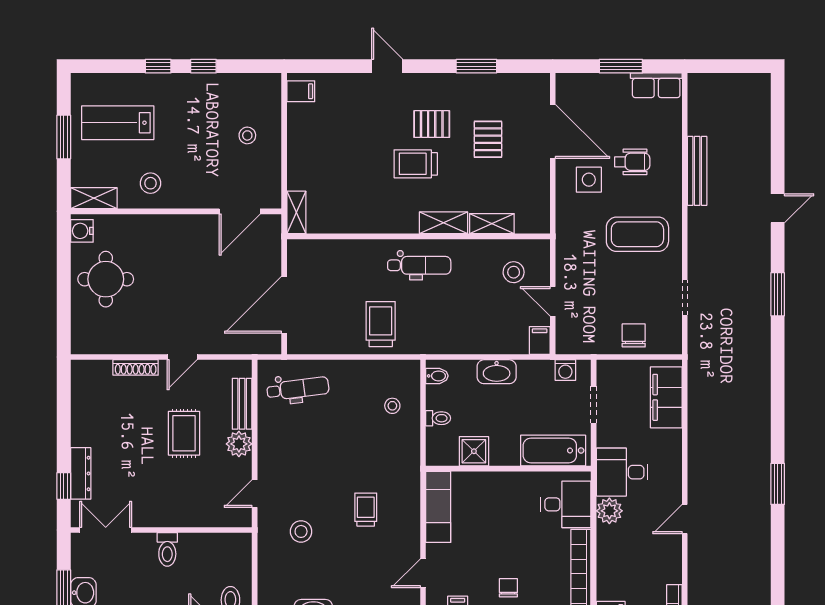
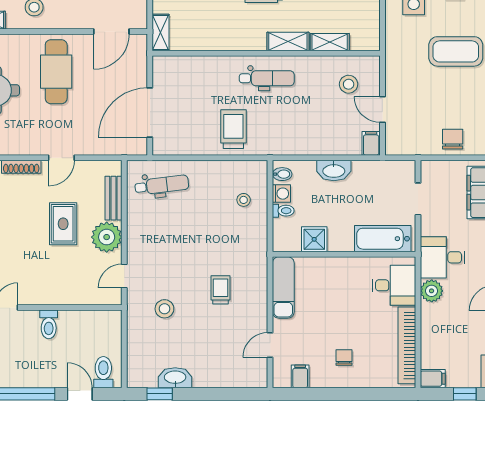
cafe table: (176, 258) -> (56, 72), added
washing machine: (565, 370) -> (281, 194), moved, turned -90
plant: (239, 444) -> (107, 237), width x1.36, depth x1.36

